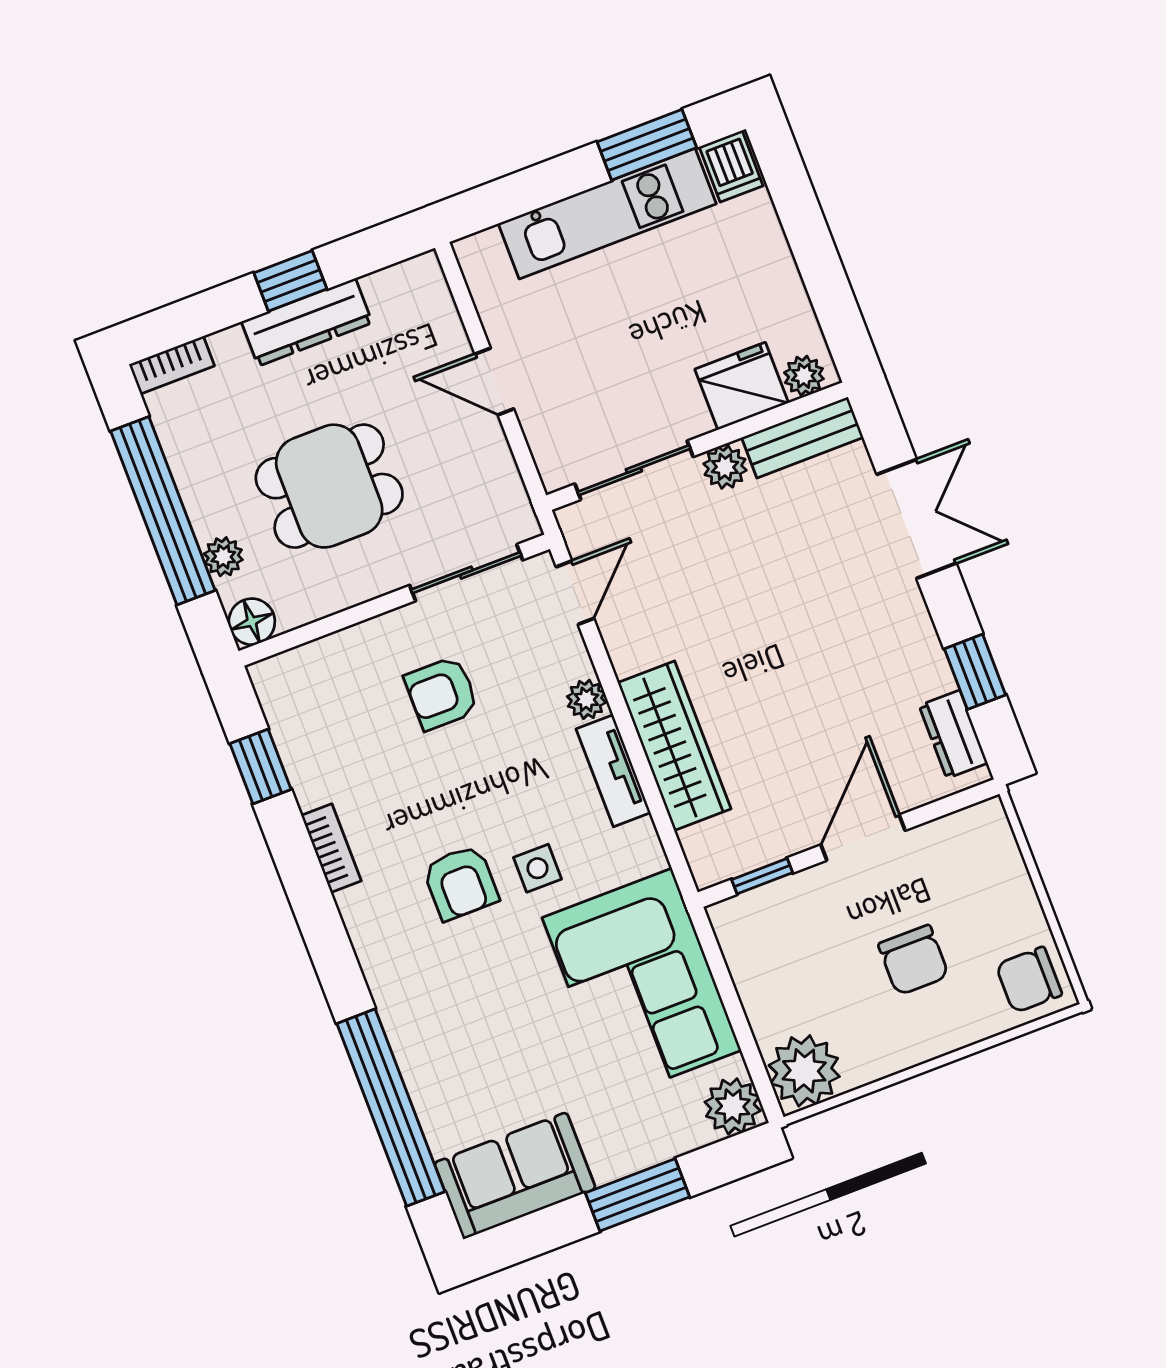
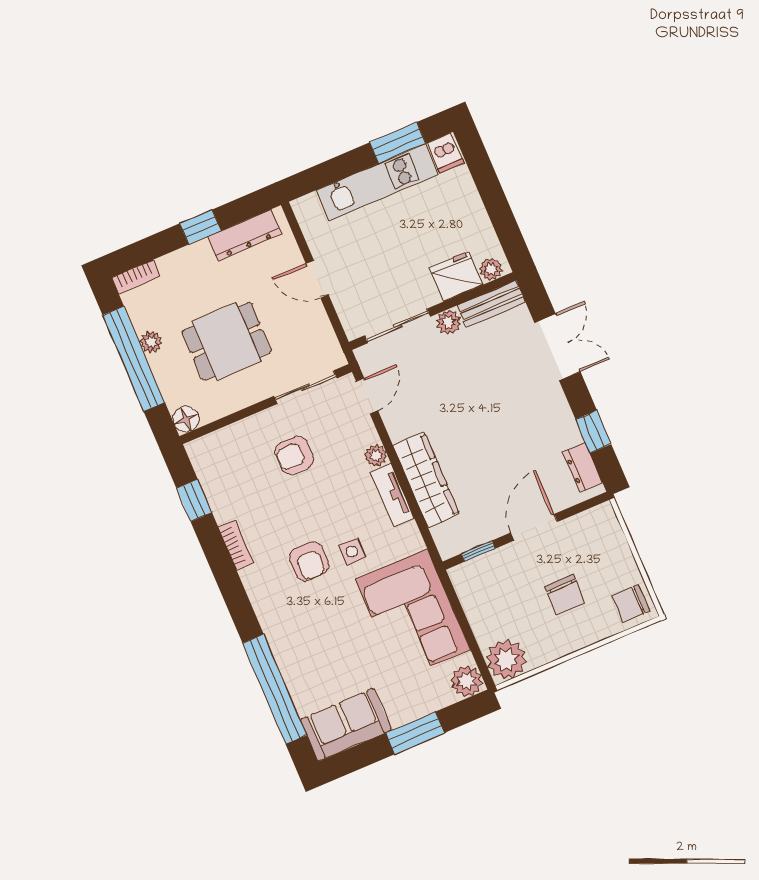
dresser: (307, 322) -> (245, 235), moved
plant: (223, 557) -> (151, 342), moved

